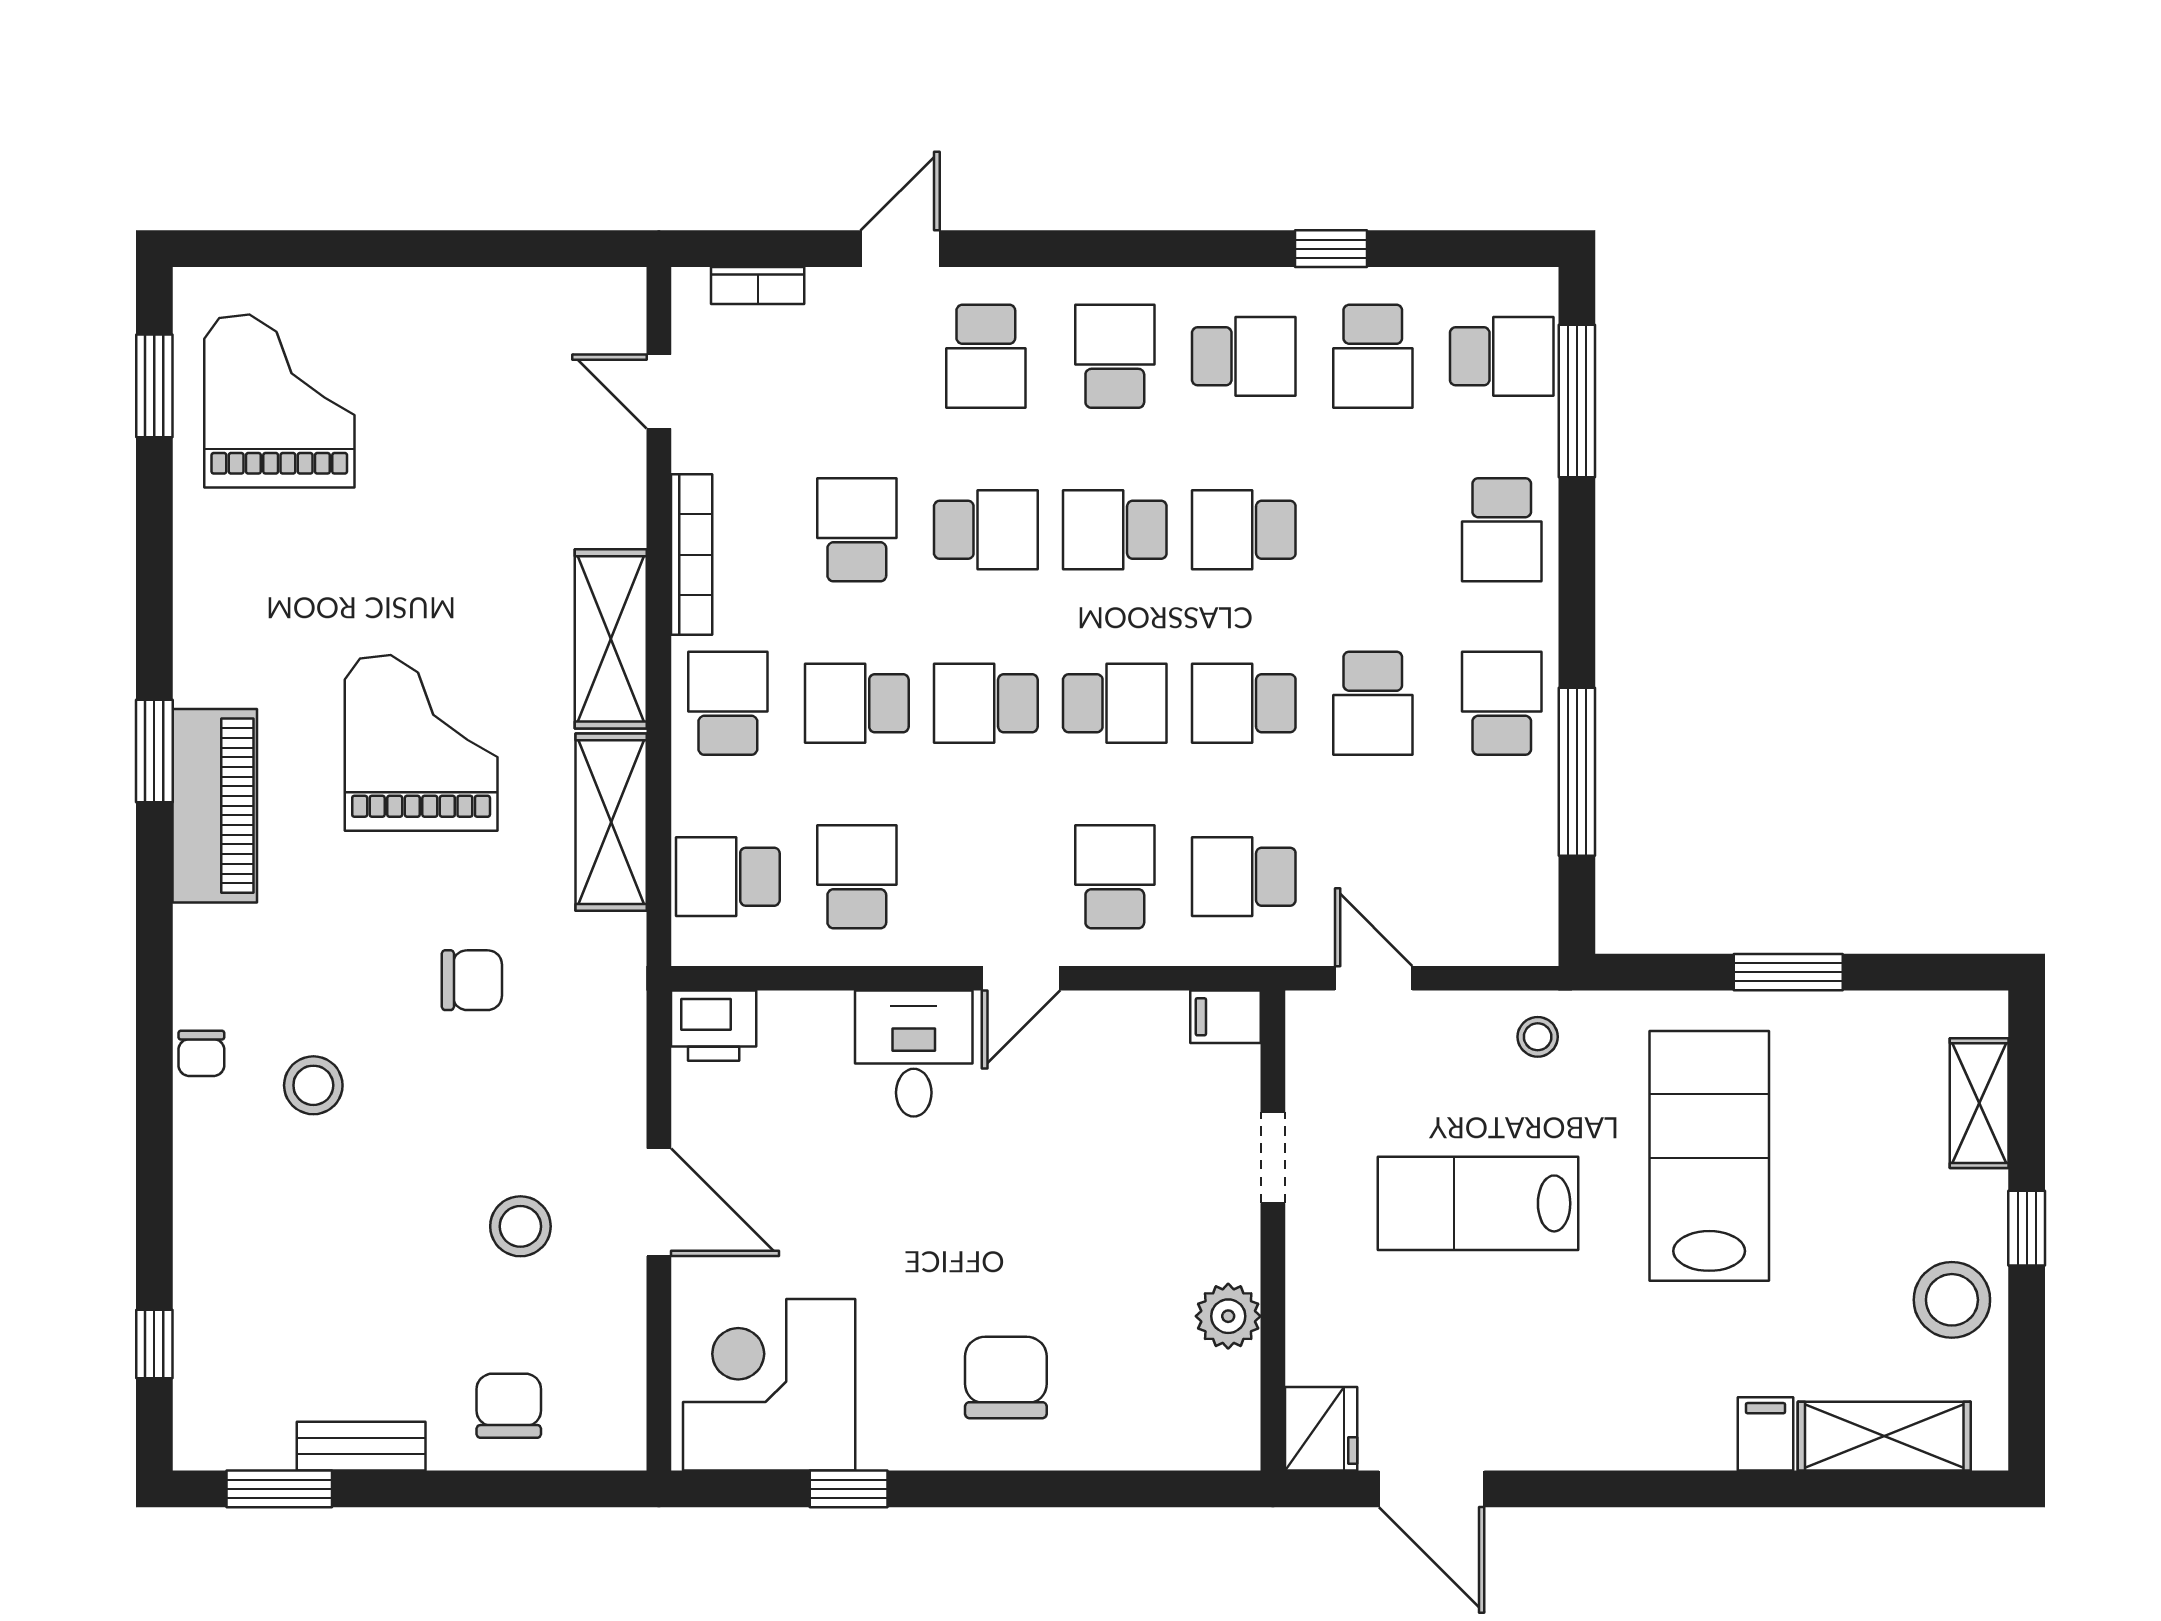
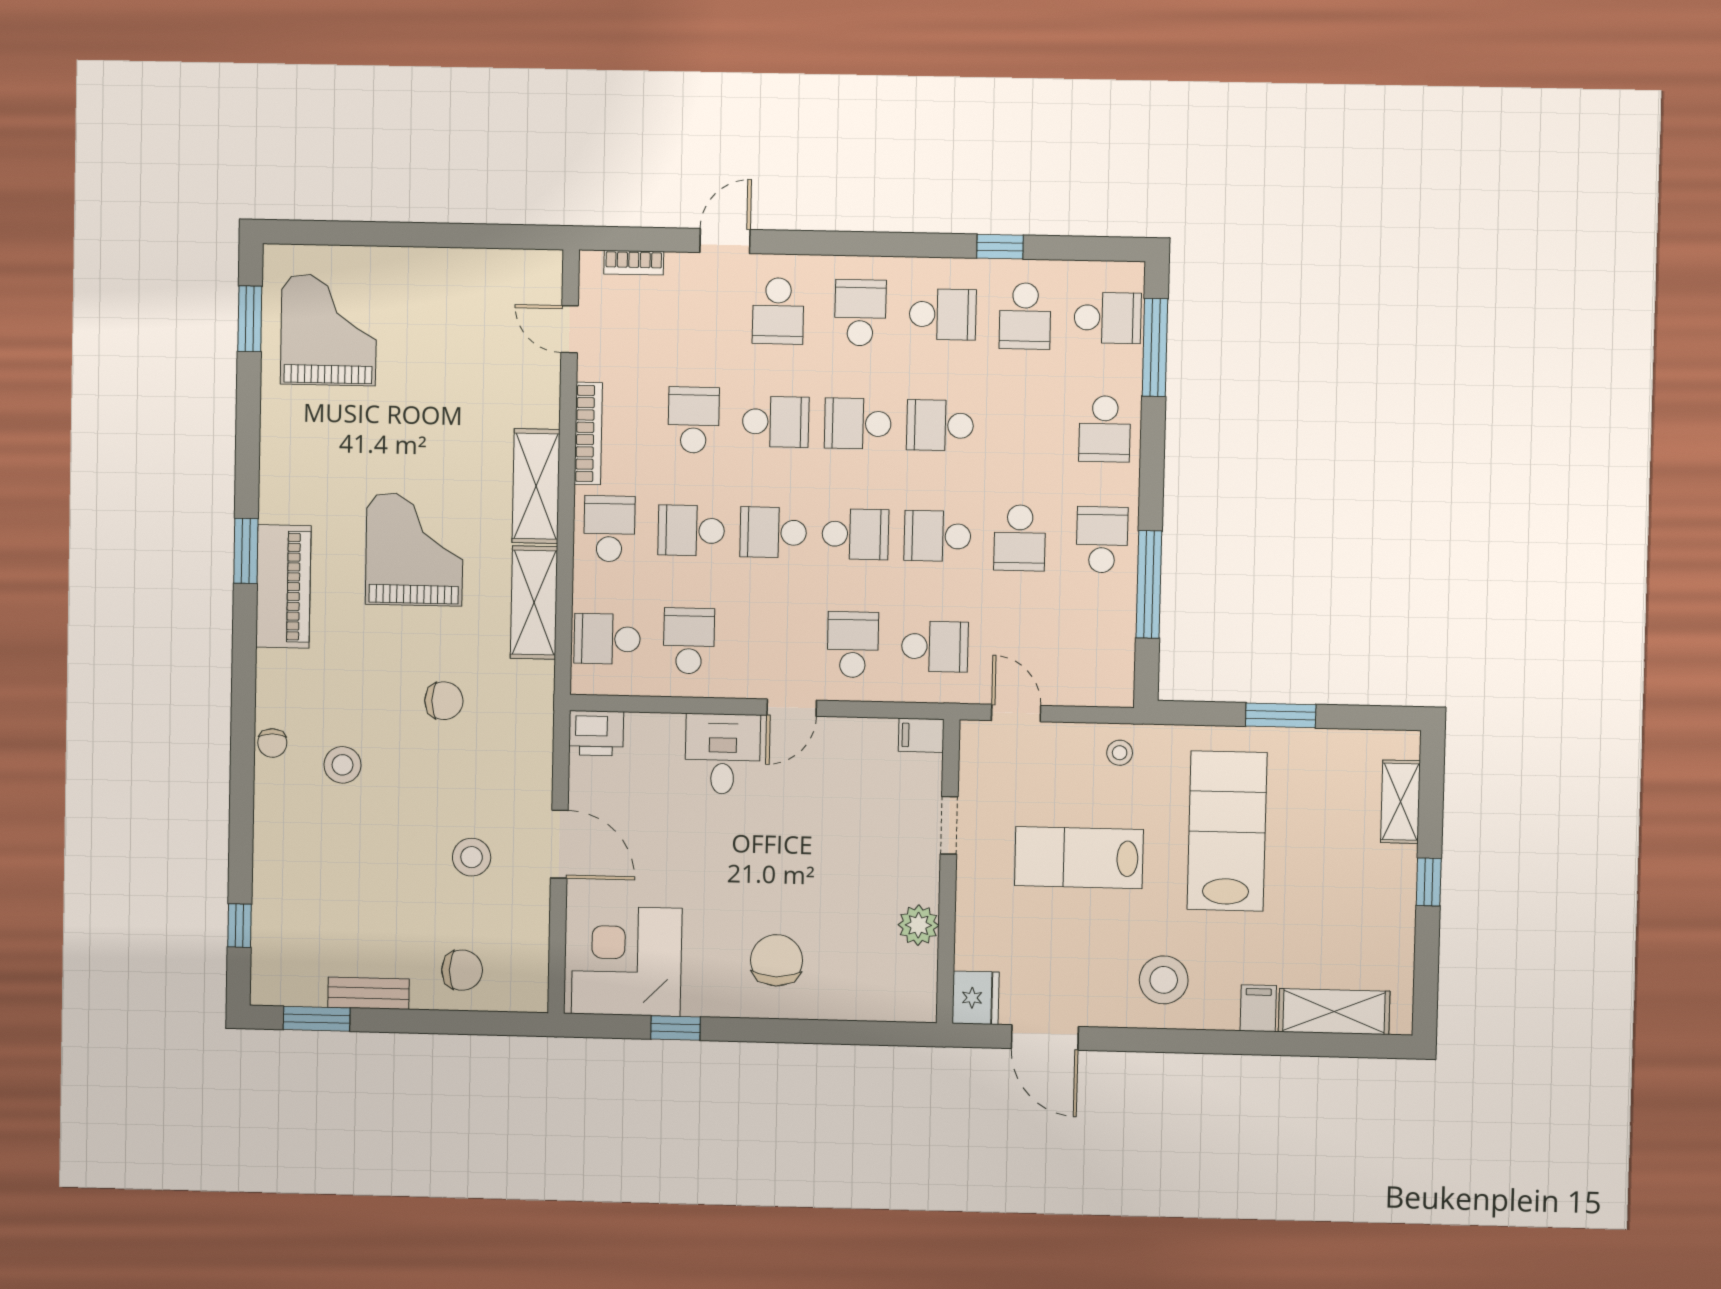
school desk: (1244, 877) -> (935, 646), turned 180
stool: (1952, 1300) -> (1164, 980), moved
chair: (509, 1406) -> (462, 970), turned 90

